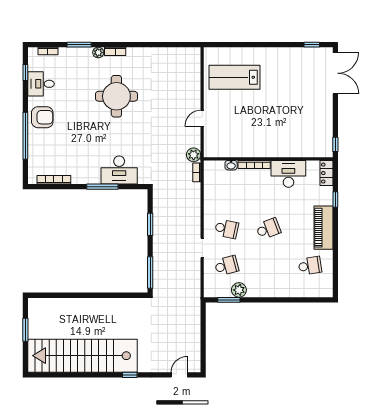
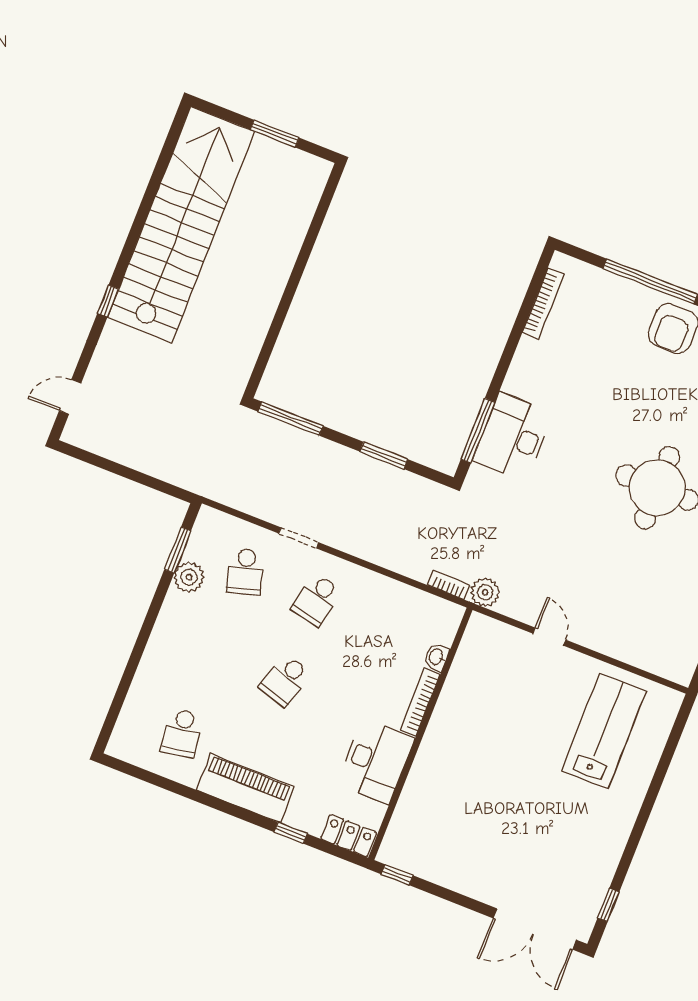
window: (102, 187) -> (478, 431), moved
school desk: (268, 229) -> (285, 680), turned 39
door: (179, 375) -> (70, 397), swing flipped

